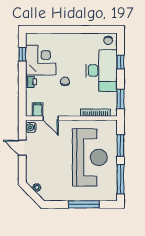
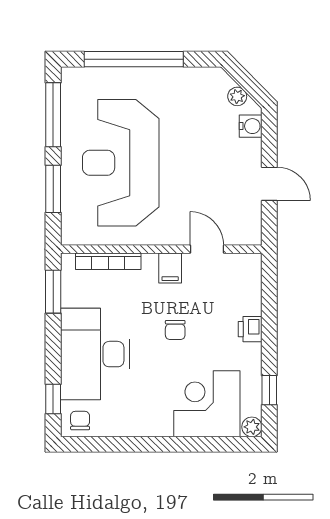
plant: (30, 37) -> (252, 427), added
corner desk: (41, 60) -> (207, 404), moved, turned 90
window: (120, 62) -> (53, 399), moved
filing cabinet: (38, 110) -> (170, 268), moved
water cooler: (31, 127) -> (251, 126), moved
window: (84, 204) -> (134, 59), width x1.46

